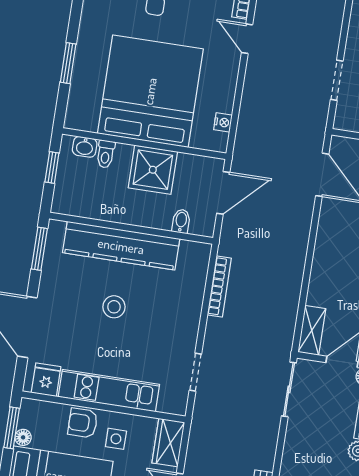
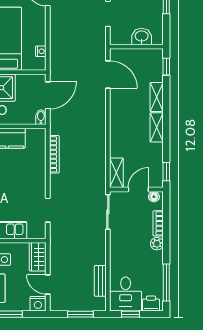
bidet: (181, 221) -> (41, 117), moved

